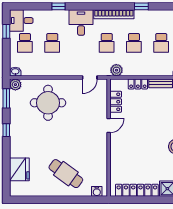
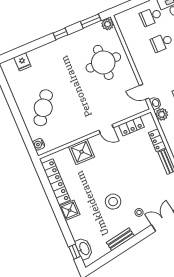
washbasin: (15, 72) -> (155, 103), moved
shower: (120, 156) -> (82, 152), added
fridge: (19, 169) -> (22, 62), width x0.53, depth x0.75

